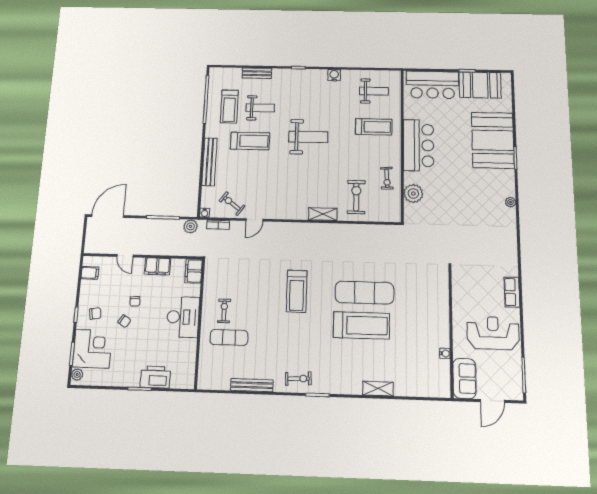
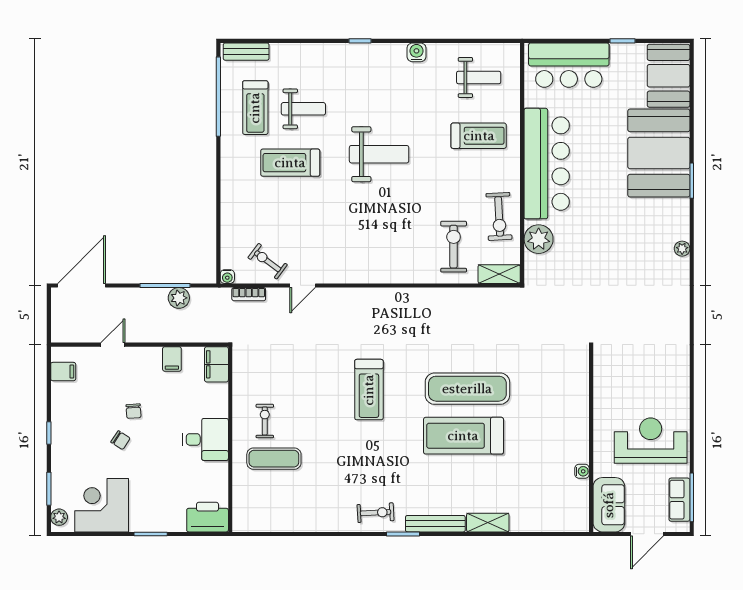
bench: (257, 73) -> (246, 52), moved
booth: (480, 85) -> (669, 76), moved, turned 90
treadmill: (250, 141) -> (290, 163), turned 180
bar counter: (418, 145) -> (547, 164), width x1.36
bench: (209, 162) -> (230, 197), removed
exercise bike: (387, 178) -> (499, 216), width x1.38, depth x1.39
shelving: (323, 214) -> (499, 274), moved
plant: (191, 226) -> (179, 298), moved
door: (125, 256) -> (113, 345), swing flipped
filing cabinet: (158, 266) -> (172, 359), width x0.50
row of seats: (512, 292) -> (679, 500), moved
chair: (95, 314) -> (77, 430), removed
desk: (183, 317) -> (205, 439), width x0.73
treadmill: (361, 325) -> (463, 436), turned 180
corner desk: (92, 349) -> (102, 505), moved, turned -90
printer: (155, 377) -> (208, 517), moved
bench: (252, 385) -> (435, 524), moved

